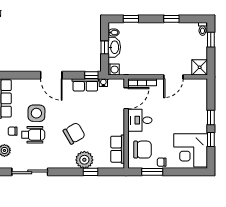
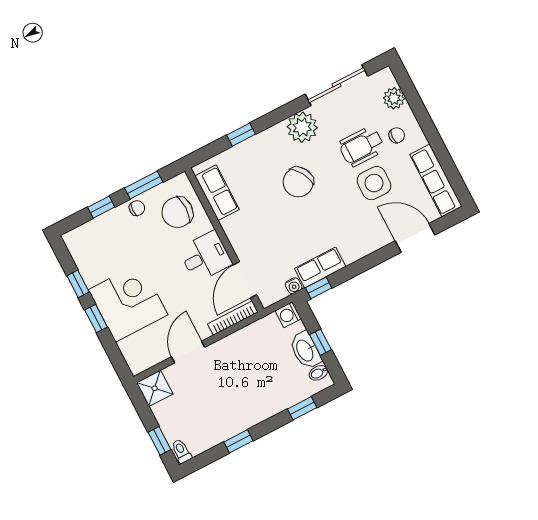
door: (51, 75) -> (415, 238), moved
corner desk: (191, 150) -> (128, 302), moved
plant: (84, 160) -> (302, 127), moved
window: (179, 172) -> (101, 207), added

